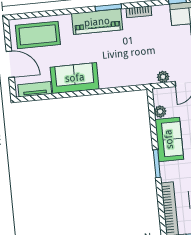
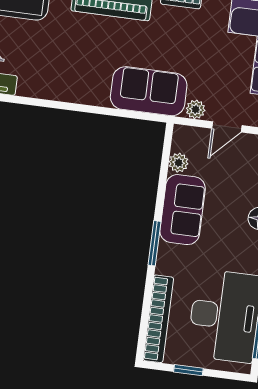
sofa: (75, 78) -> (149, 91), moved

